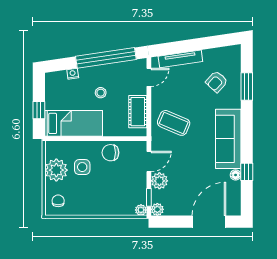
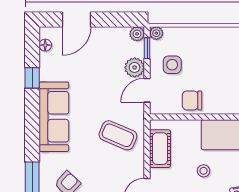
chair: (110, 153) -> (192, 100), turned 180
side table: (82, 167) -> (172, 65), moved
floor lamp: (236, 175) -> (45, 45), moved
door: (209, 222) -> (76, 20), width x0.73

